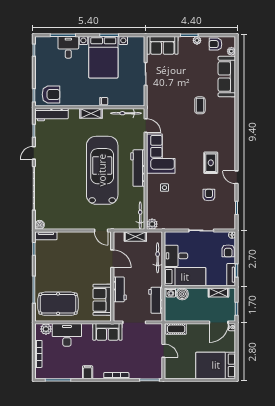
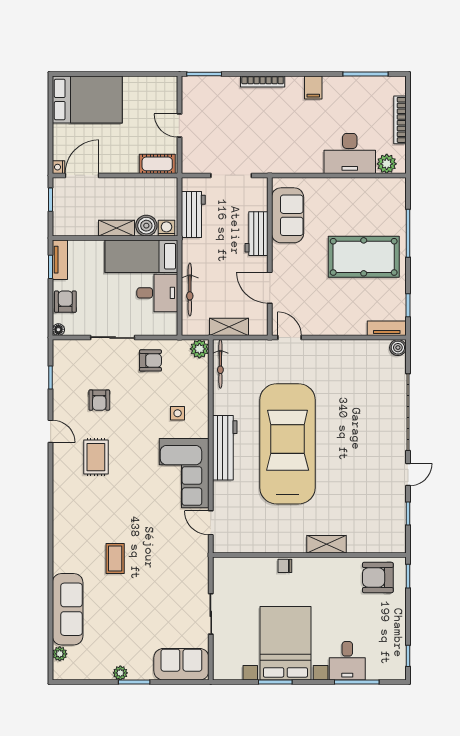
armchair: (215, 44) -> (150, 360), moved
shelving: (91, 113) -> (326, 544), moved
bicycle: (126, 113) -> (245, 544), removed
workbench: (52, 115) -> (377, 542), removed
car: (102, 170) -> (288, 444), turned 180
shelving: (218, 293) -> (116, 228), moved
pool table: (58, 304) -> (364, 257), moved
sofa: (107, 332) -> (278, 159), removed

